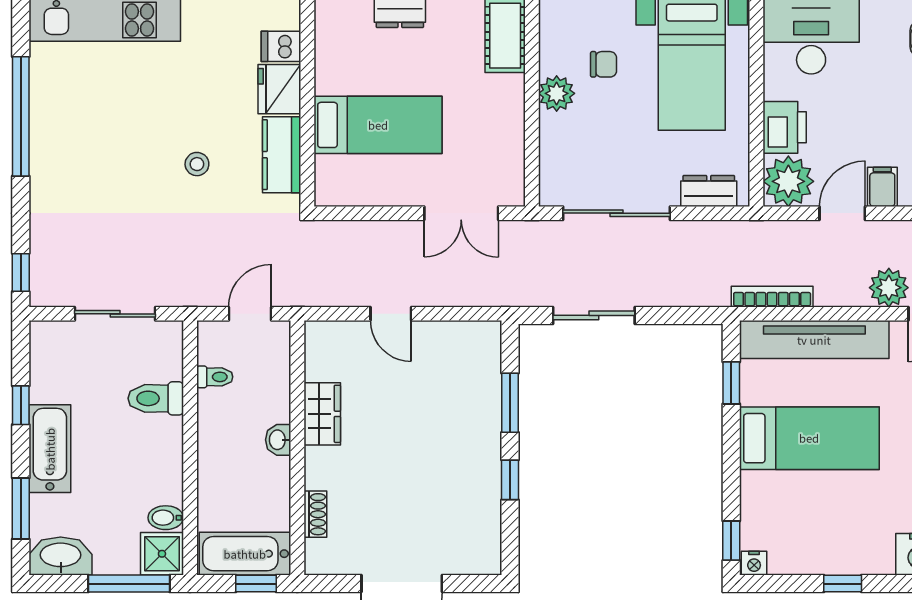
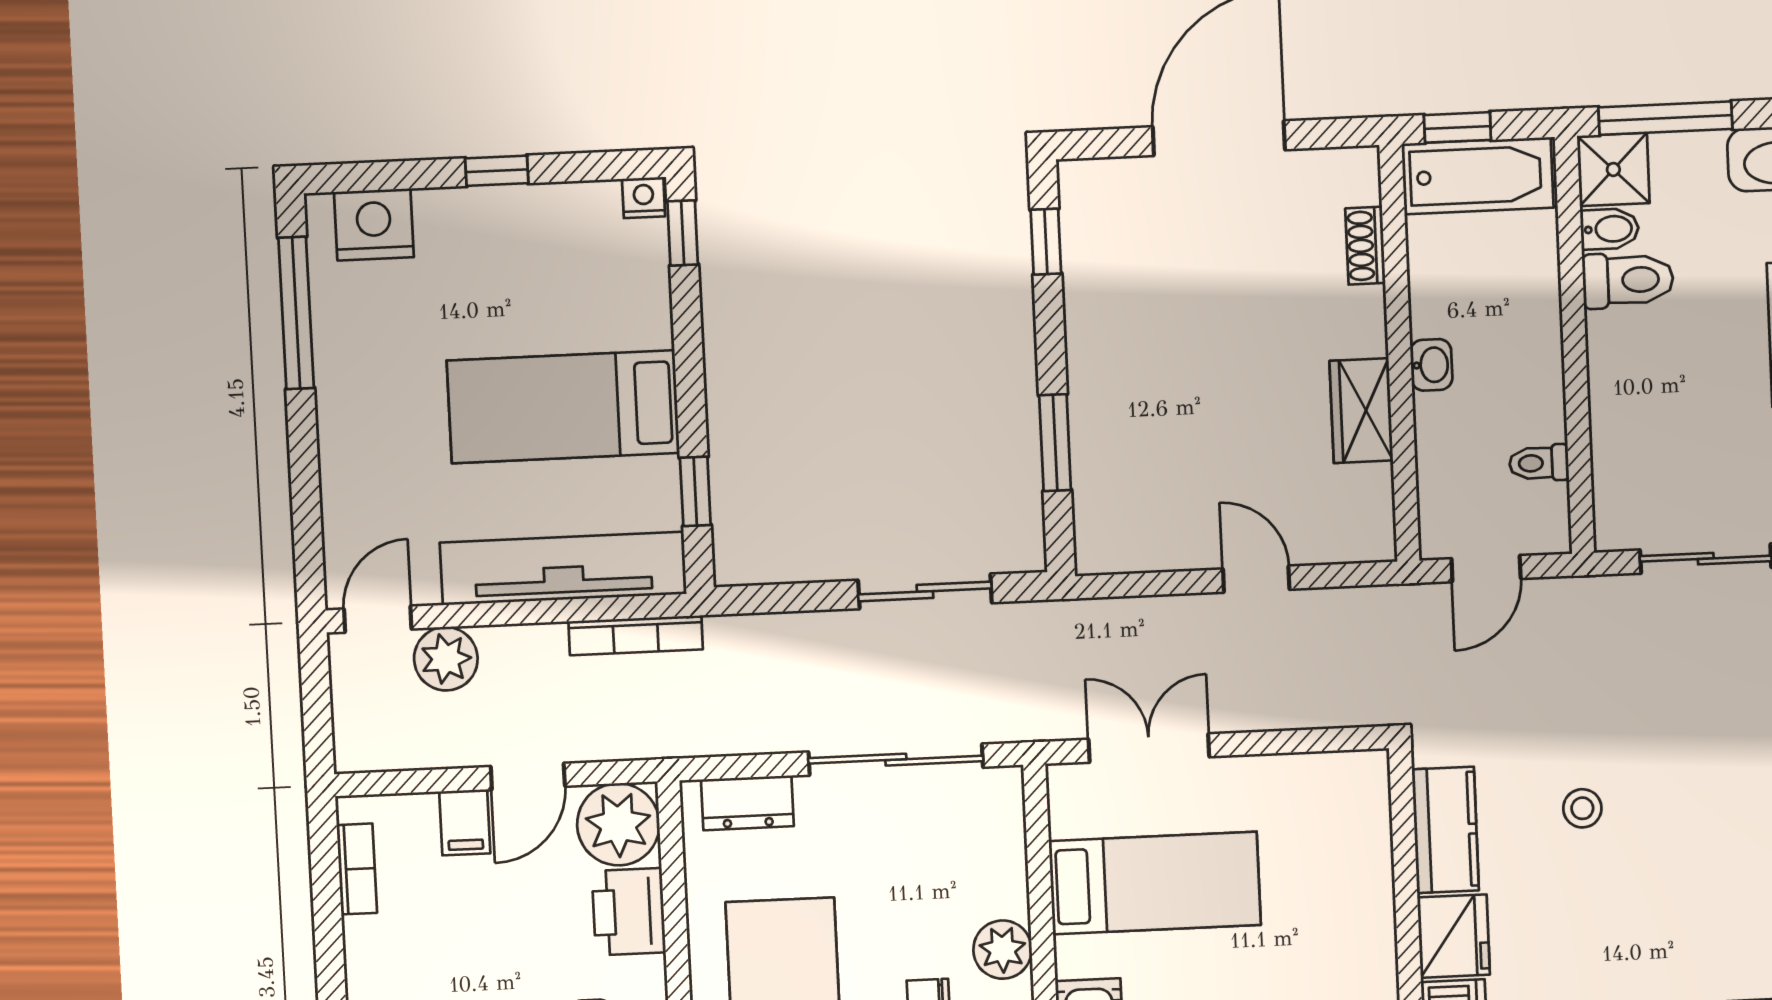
bed: (378, 125) -> (1155, 883), moved, turned 180
toilet: (156, 398) -> (1628, 280), moved
window: (510, 480) -> (1046, 242), moved

